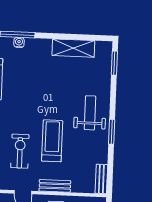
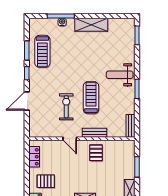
shelving: (73, 48) -> (91, 25), moved
weight bench: (90, 113) -> (120, 75), turned -90

